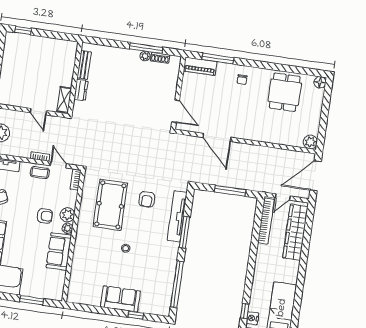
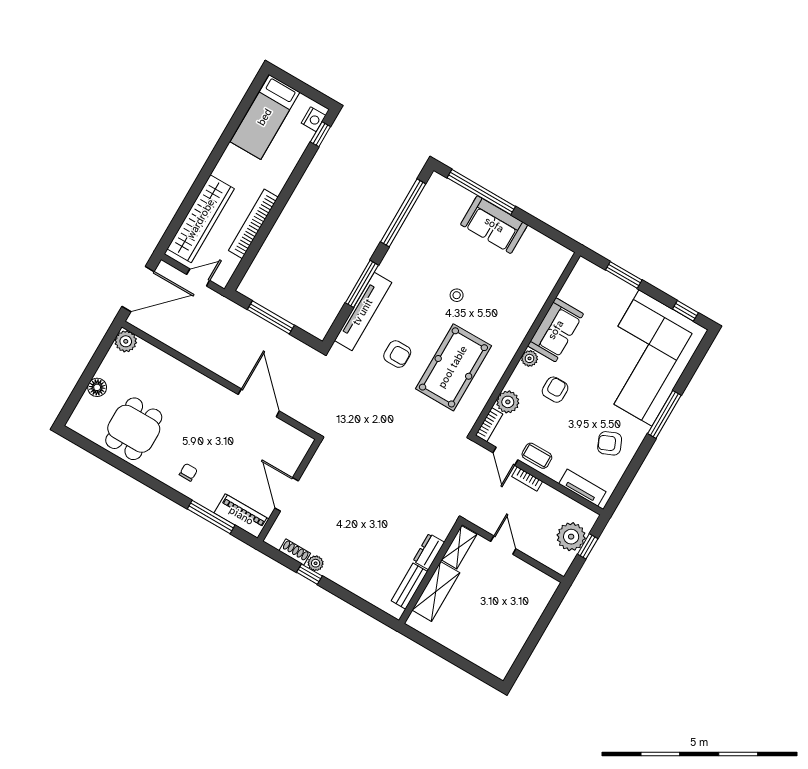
window: (23, 30) -> (478, 672), removed
window: (146, 48) -> (309, 574), width x0.46
shelving: (67, 68) -> (436, 591), added
floor lamp: (320, 82) -> (97, 387), moved
door: (176, 111) -> (287, 494), moved
armchair: (147, 199) -> (397, 354), turned 90
plant: (67, 215) -> (508, 402), moved
armchair: (45, 216) -> (555, 390), turned 90
bookcase: (266, 221) -> (253, 224), moved
window: (136, 315) -> (481, 192), width x3.17

